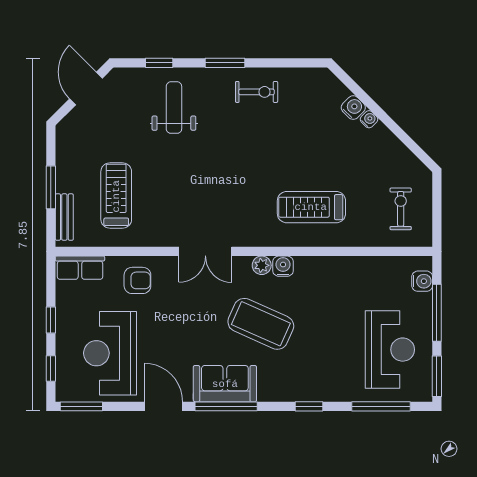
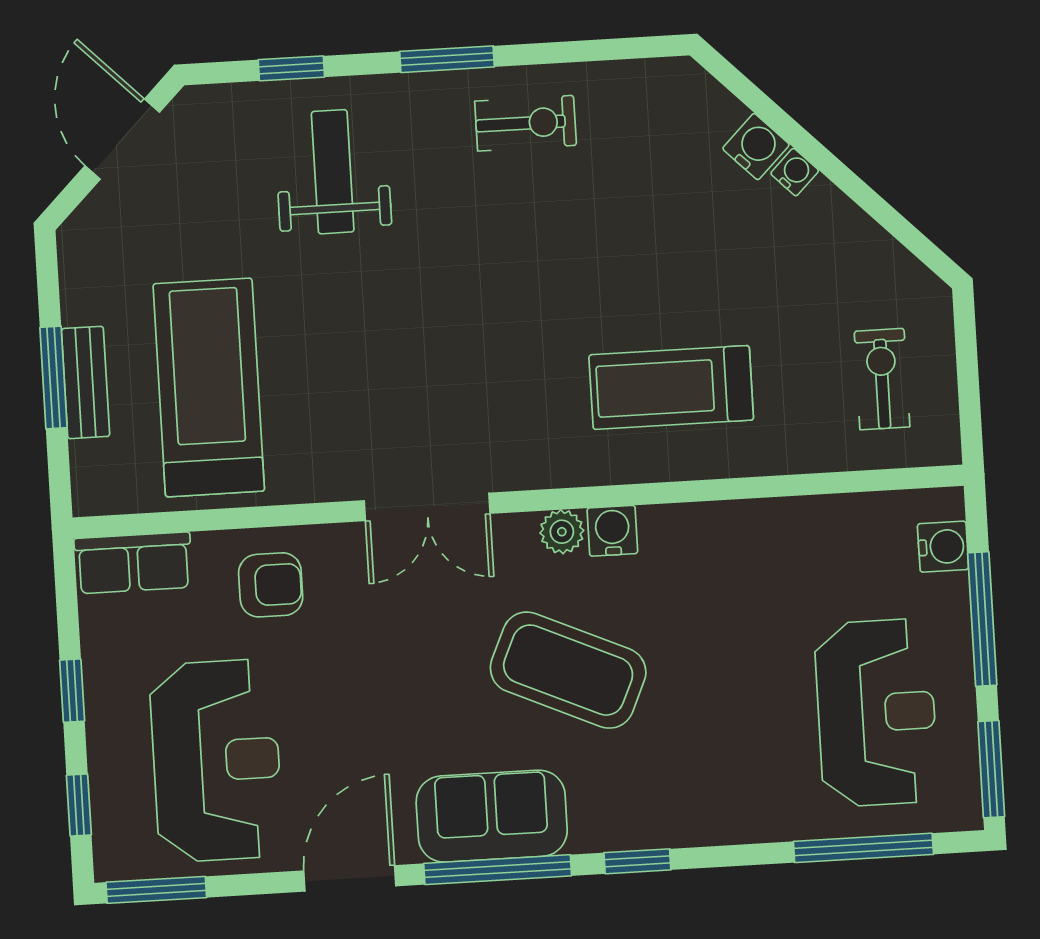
treadmill: (116, 196) -> (209, 387), width x1.37, depth x1.38
bench: (64, 217) -> (86, 382), moved
reception desk: (110, 353) -> (216, 761), turned 180
door: (163, 406) -> (350, 878), hinge flipped
window: (309, 406) -> (637, 861), moved

